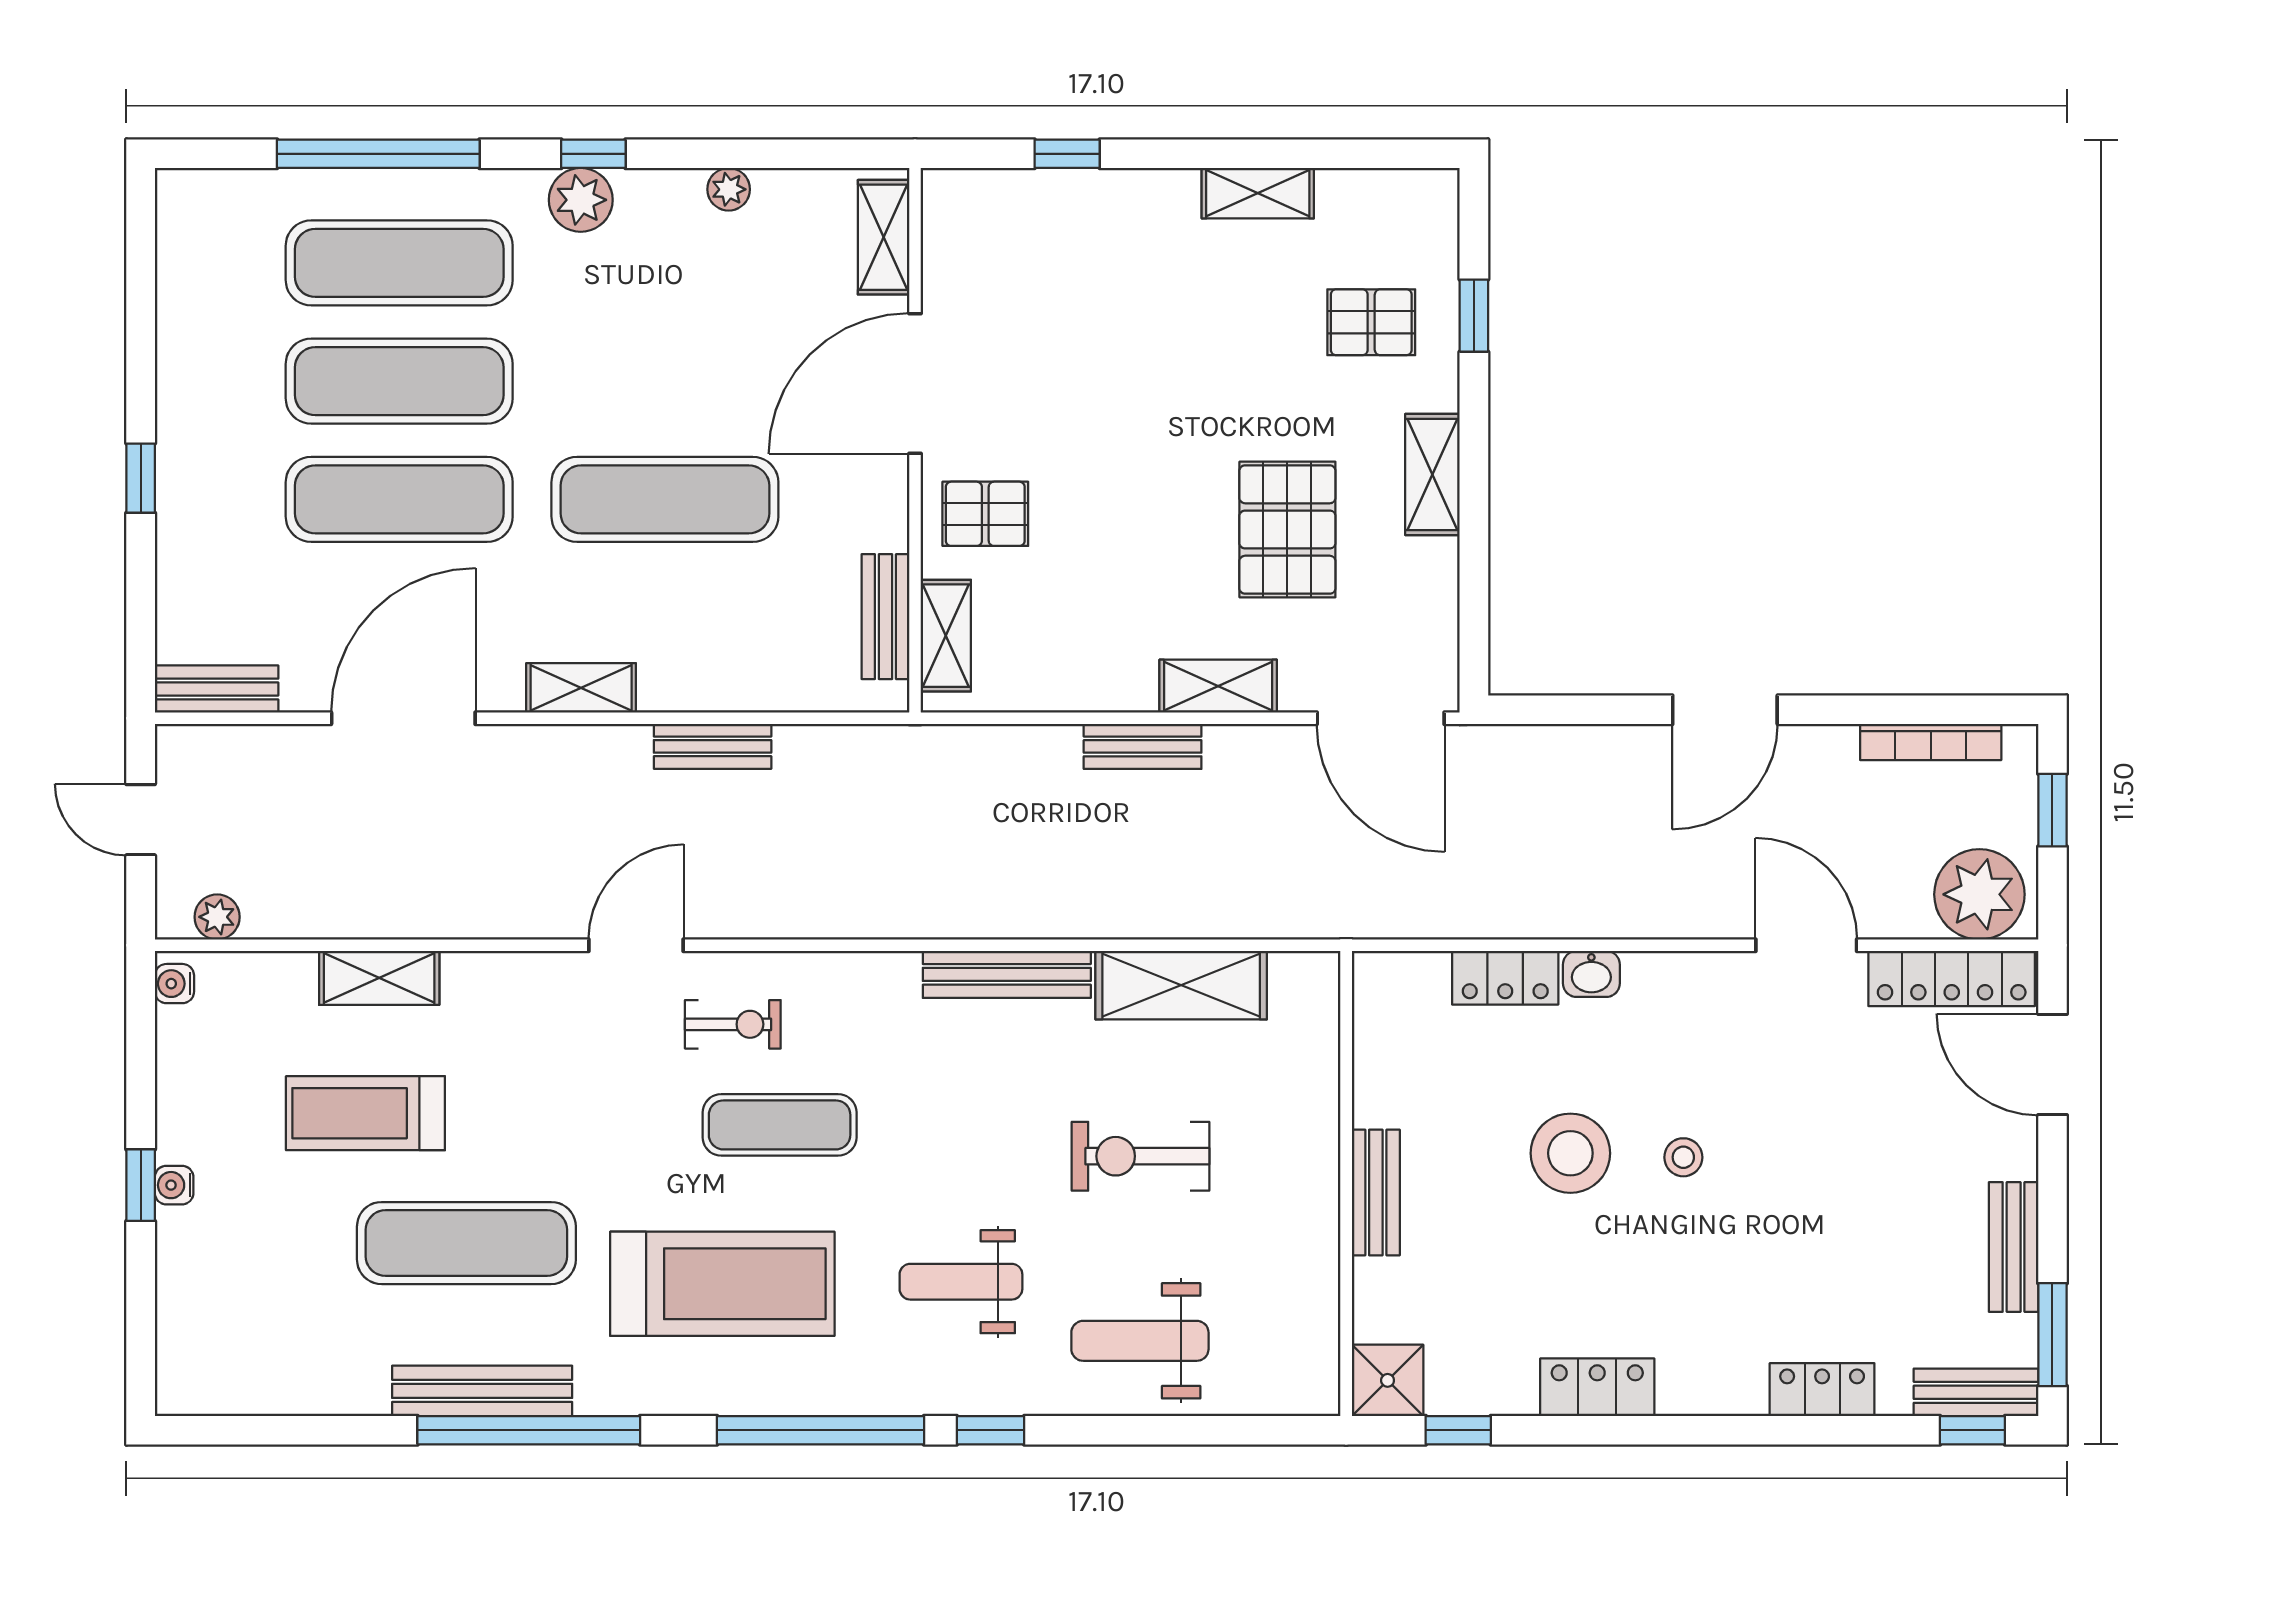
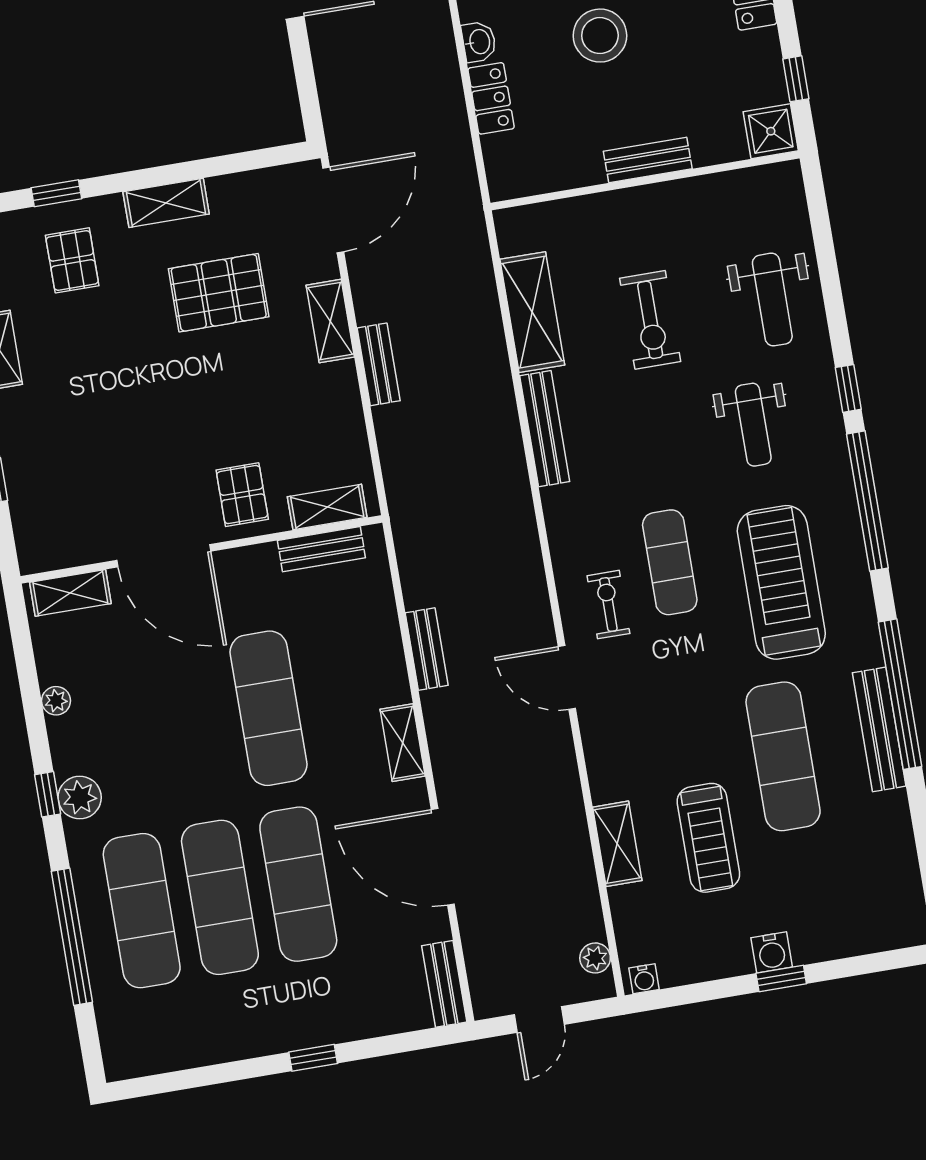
water cooler: (174, 1185) -> (772, 952), width x1.38, depth x1.38

